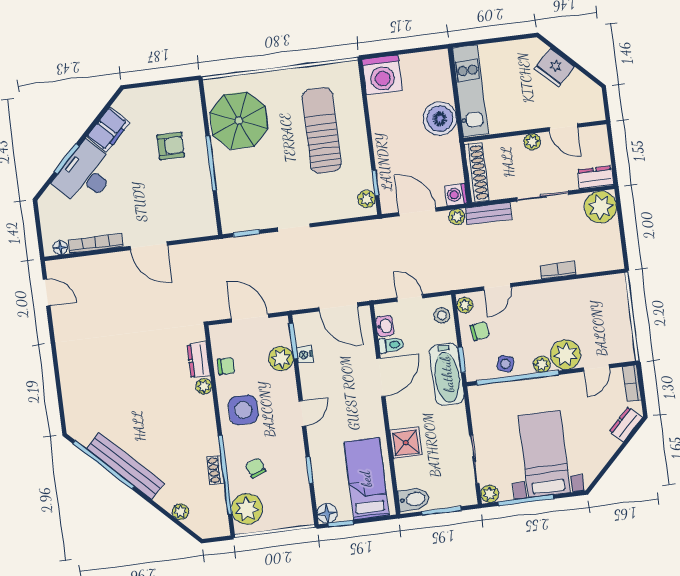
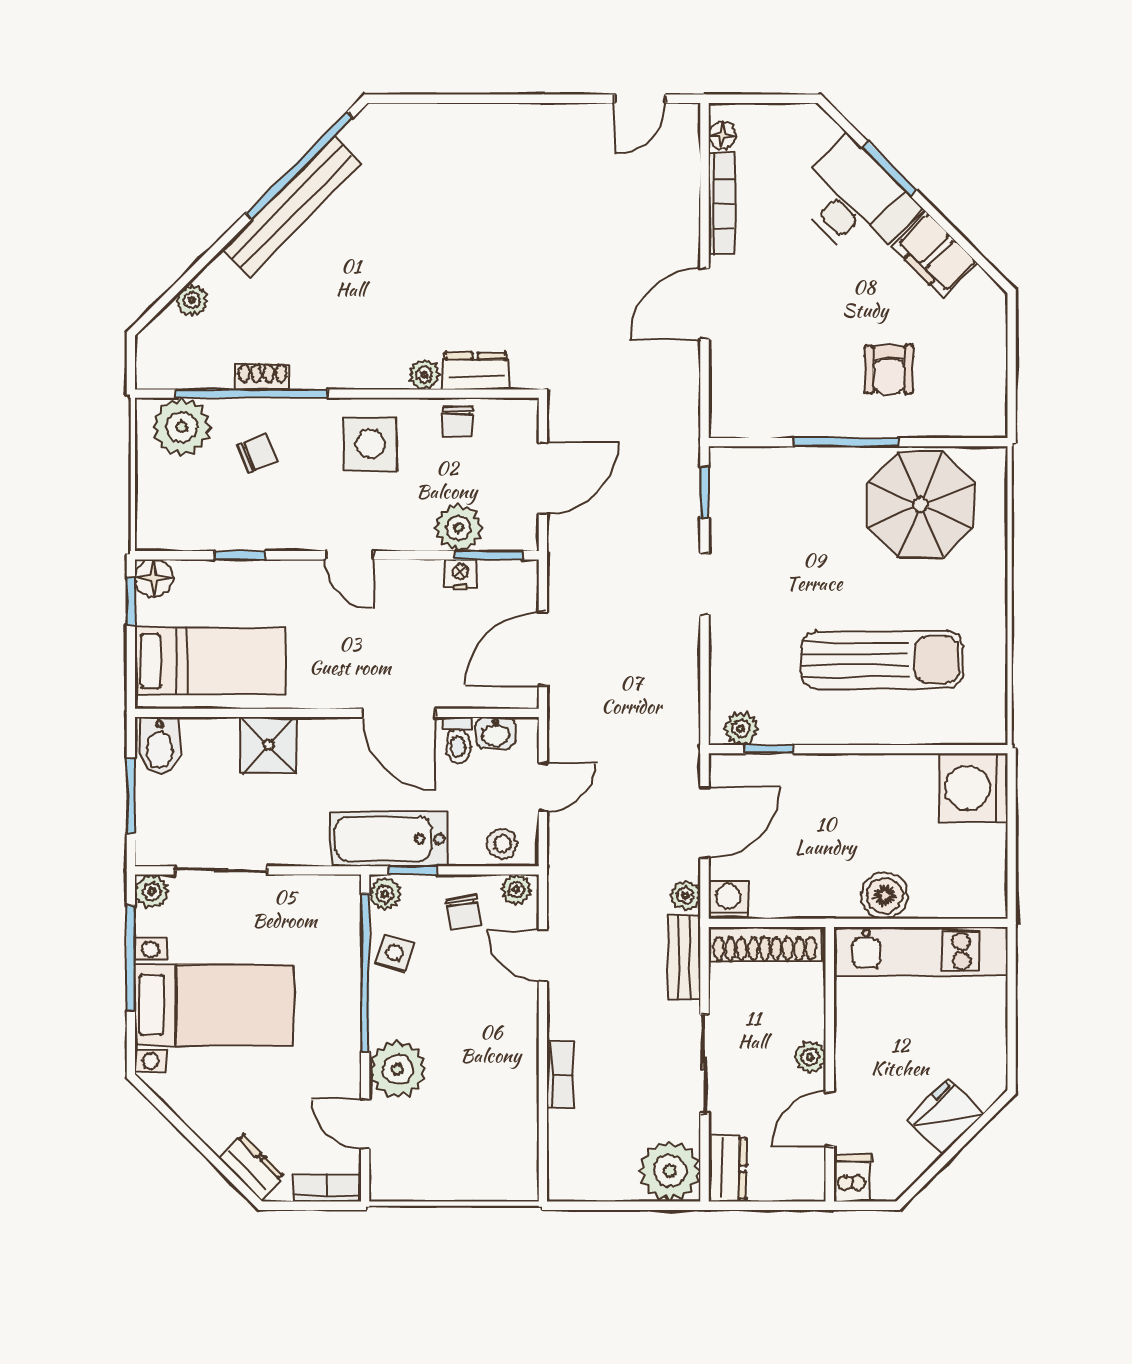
dishwasher: (592, 112) -> (852, 1178), added
boiler: (440, 119) -> (885, 895), width x0.73, depth x0.73
plant: (542, 364) -> (385, 894), moved

